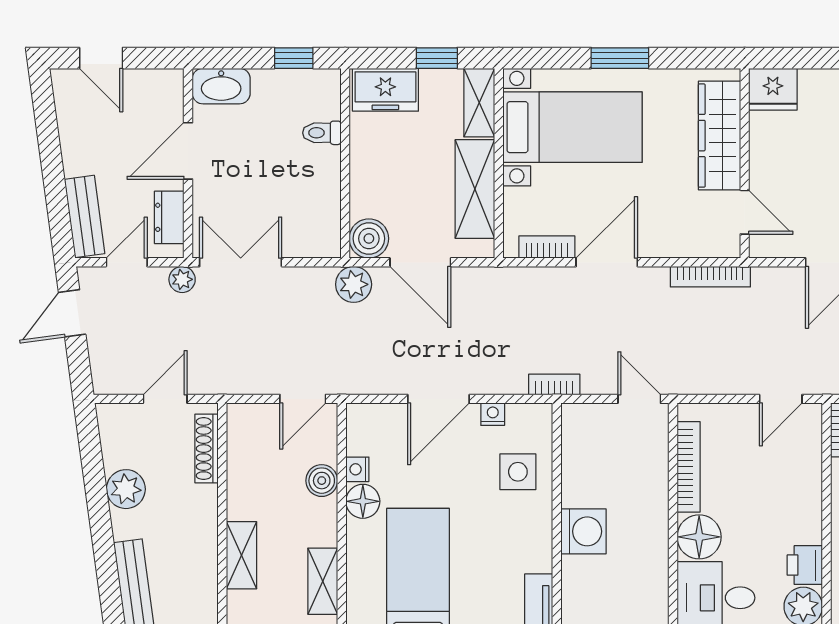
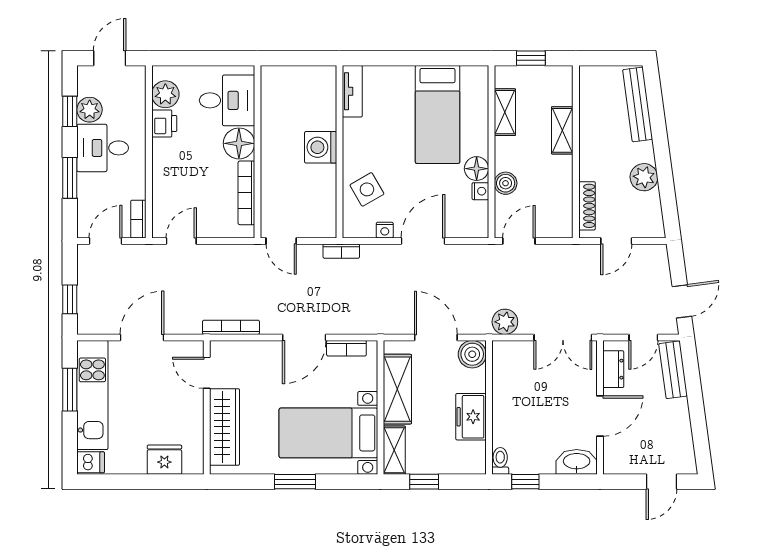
door: (101, 58) -> (661, 482), swing flipped
fridge: (773, 89) -> (164, 460), moved
freezer: (385, 90) -> (471, 417), moved, turned -90
toilet: (322, 133) -> (500, 461), moved, turned -90
plant: (182, 279) -> (604, 325), removed
plant: (354, 284) -> (505, 322), moved
side table: (518, 472) -> (367, 189), turned -30

